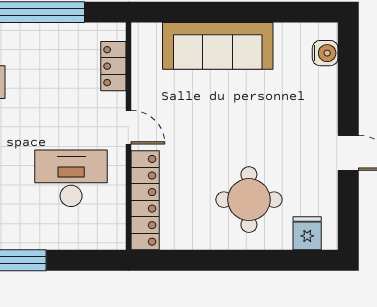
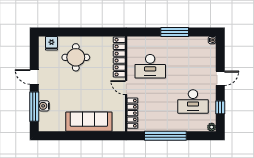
water cooler: (325, 53) -> (44, 106), moved
locker: (113, 66) -> (132, 113), width x1.53
window: (348, 82) -> (34, 107), added

